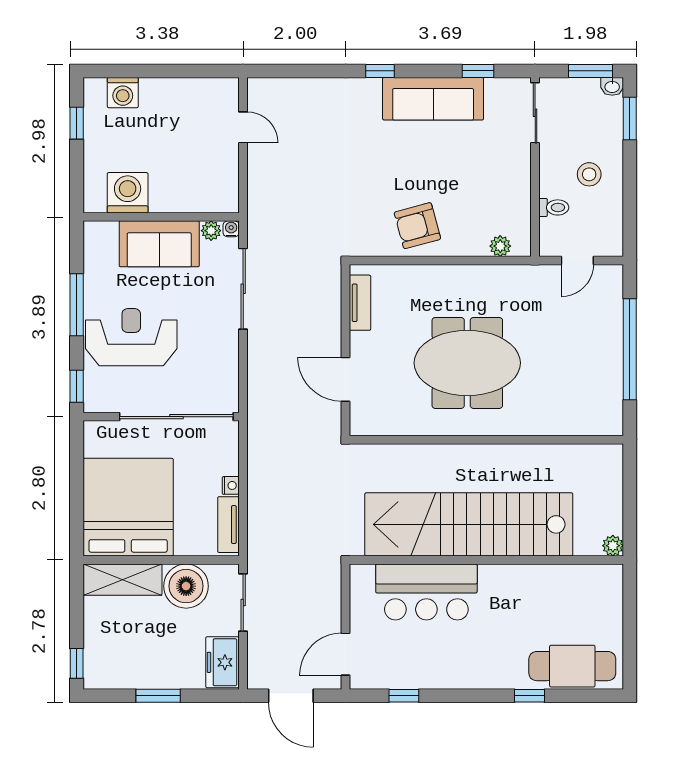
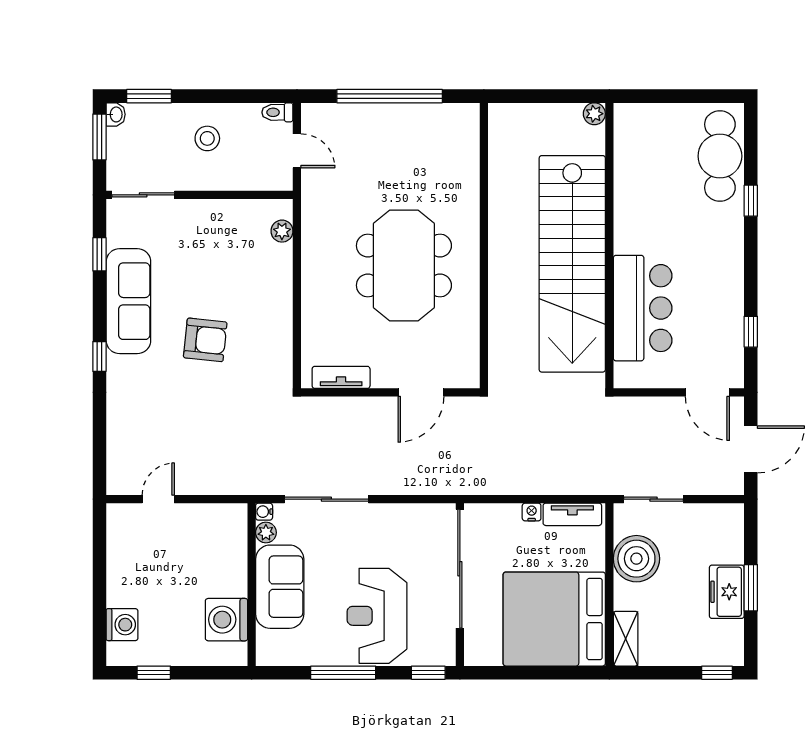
toilet: (554, 207) -> (277, 112), moved, turned -90
armchair: (417, 226) -> (205, 340), moved, turned -69
shelving: (122, 580) -> (626, 639), width x0.67, depth x0.75
freezer: (223, 662) -> (727, 592), moved, turned 90

